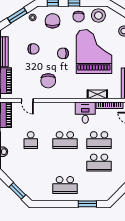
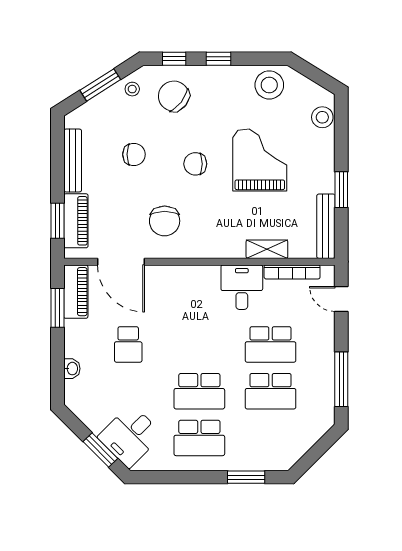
chair: (79, 17) -> (228, 87), removed
chair: (53, 21) -> (174, 96), turned -52
grand piano: (94, 52) -> (260, 160), width x0.73, depth x0.68
door: (27, 100) -> (121, 262), width x1.88
school desk: (65, 140) -> (199, 391), moved
desk: (32, 184) -> (130, 436), added

